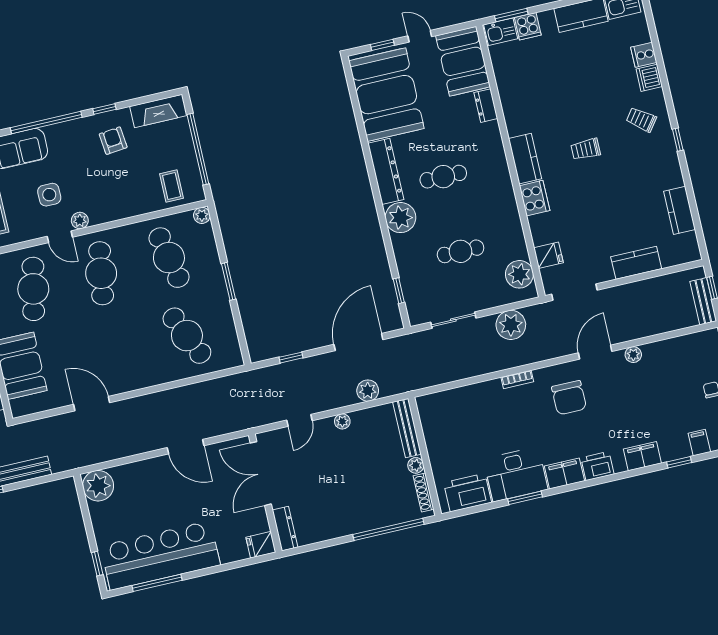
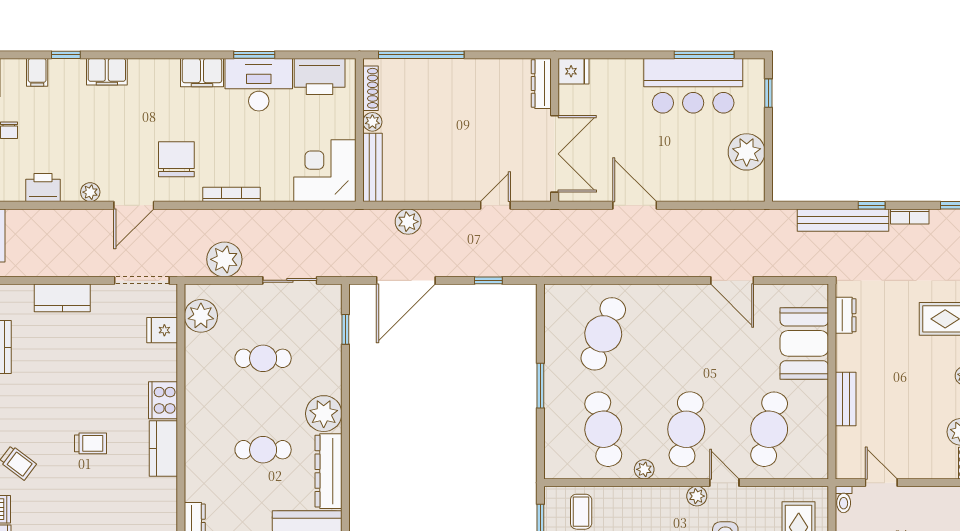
plant: (202, 215) -> (644, 469), moved
cafe table: (187, 336) -> (603, 334), turned 45
bookcase: (517, 379) -> (231, 194), width x1.56
corner desk: (445, 416) -> (325, 171), added
plant: (342, 421) -> (446, 193), removed
printer: (597, 466) -> (43, 188), moved, turned 180
plant: (98, 486) -> (747, 152), moved
bar counter: (160, 555) -> (693, 86), width x0.73

